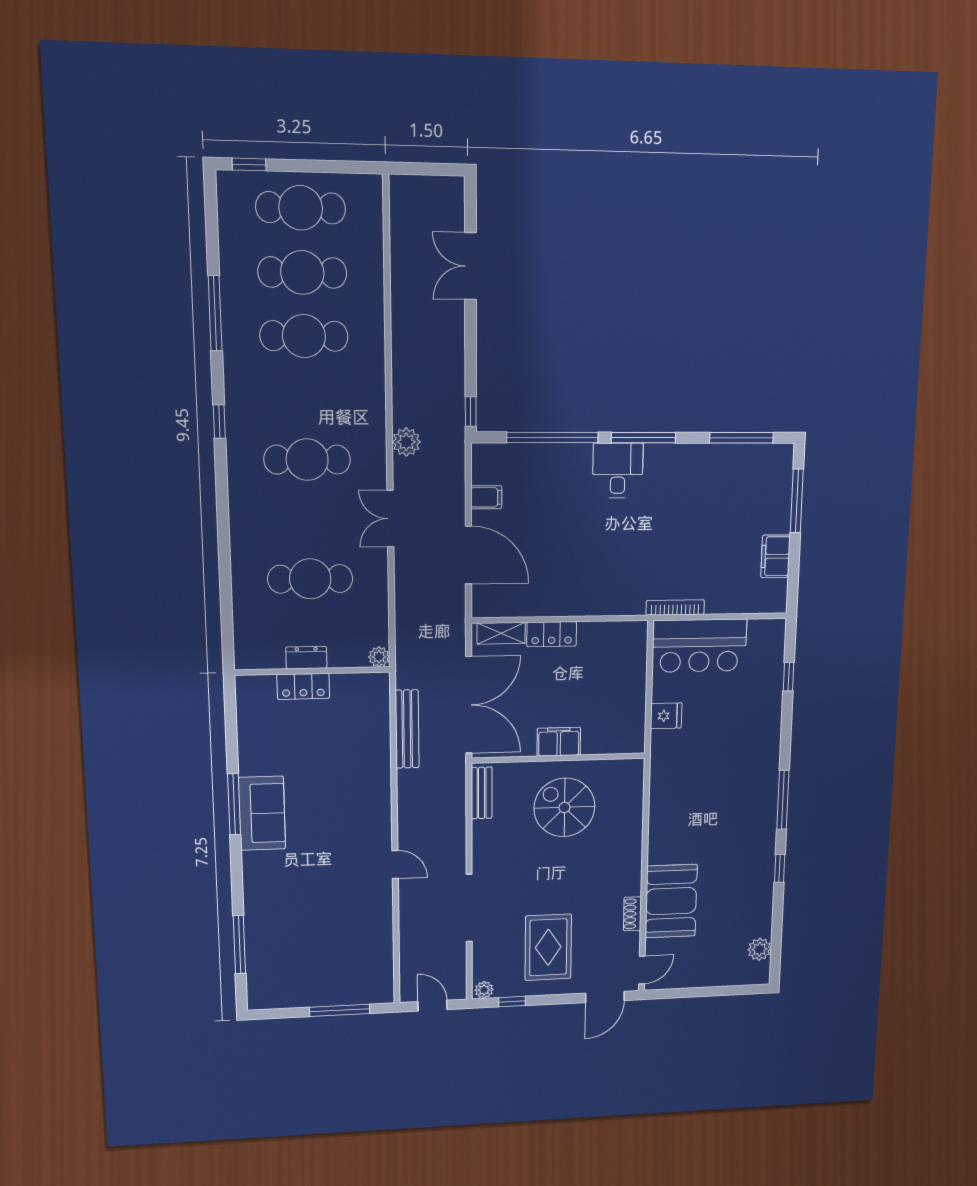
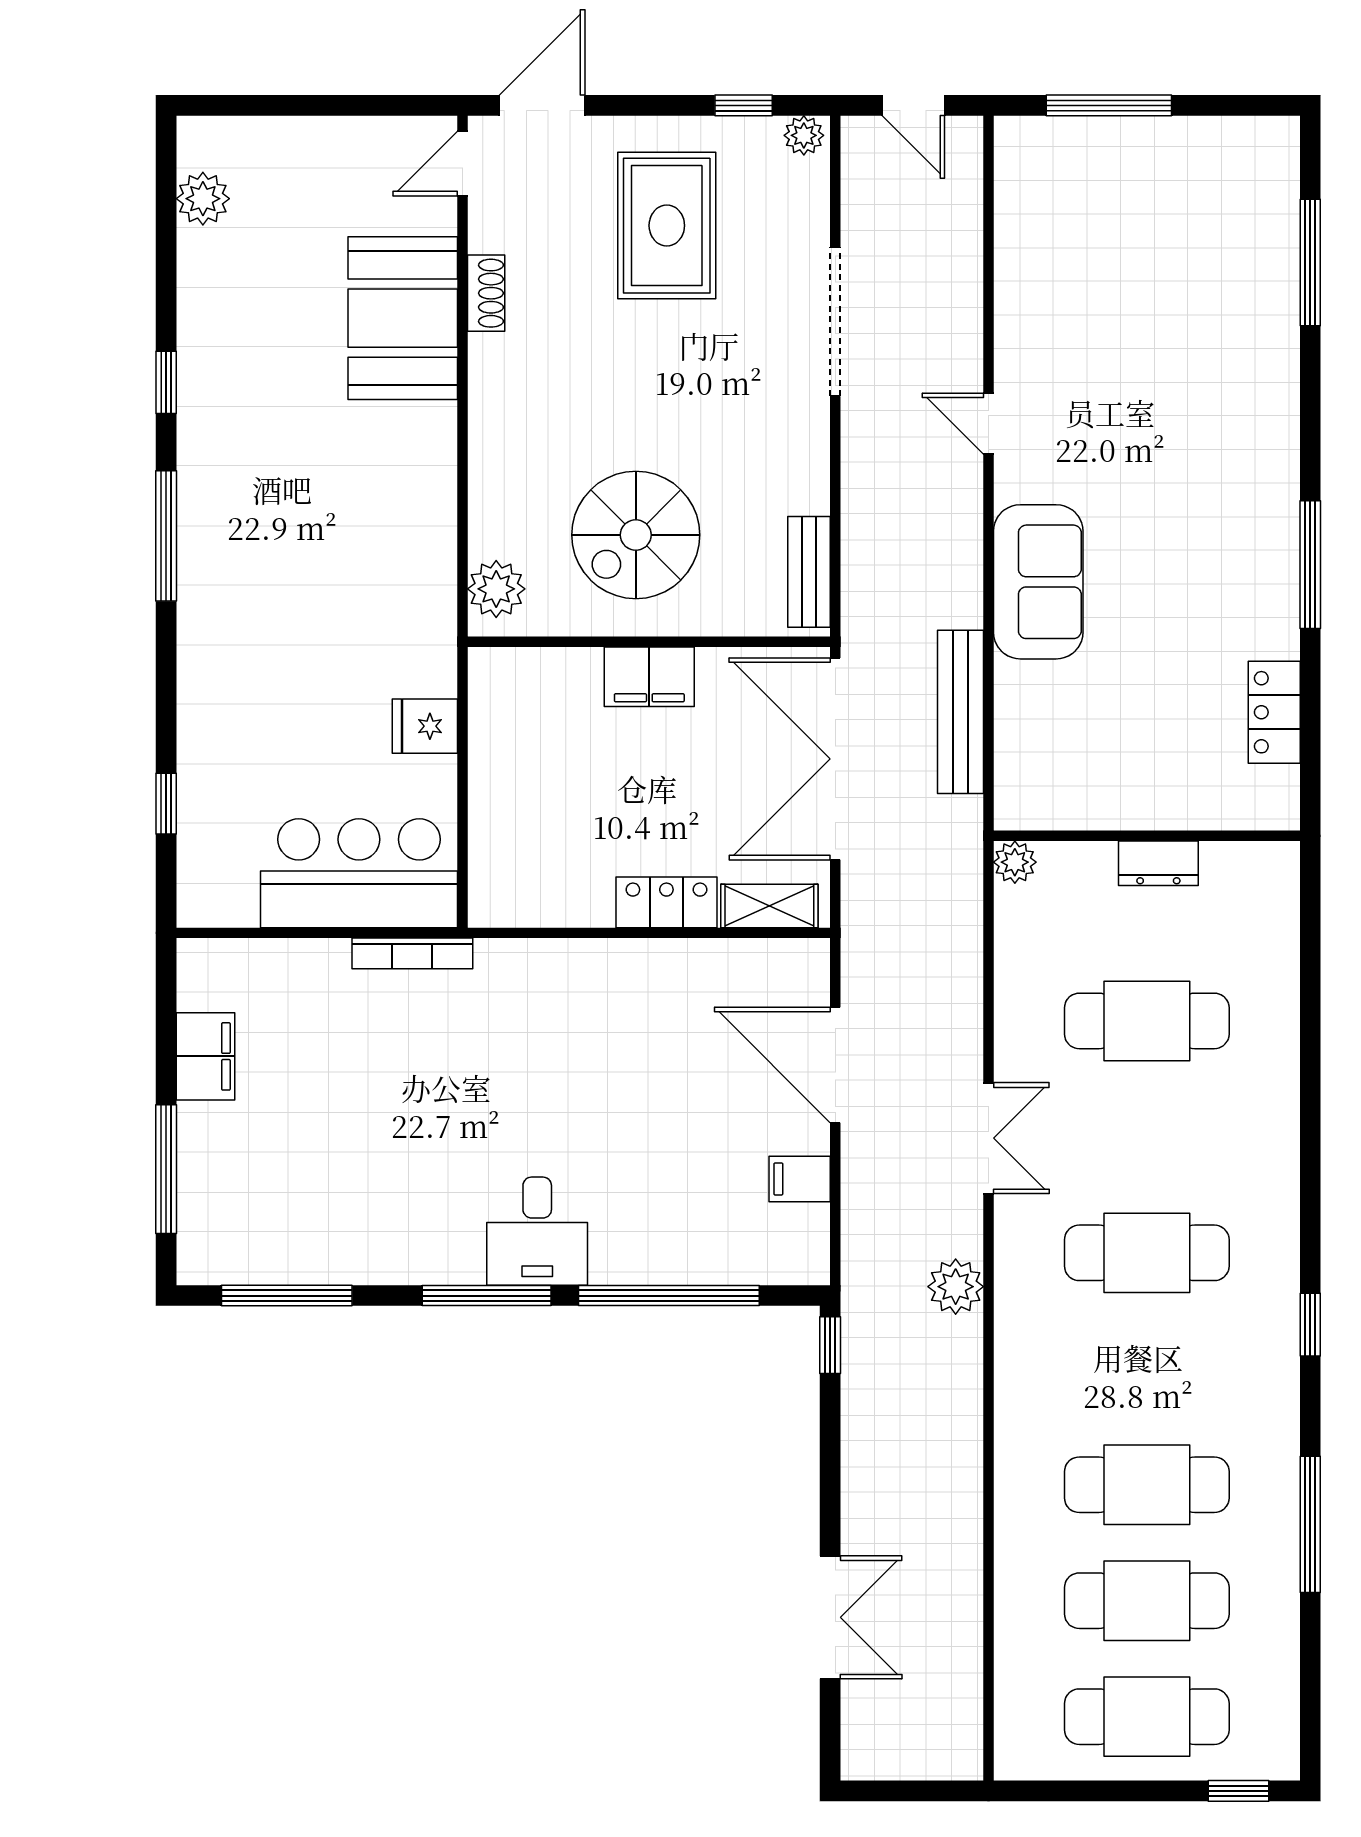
locker: (303, 686) -> (1274, 712), moved, turned -90
plant: (631, 780) -> (496, 589), added
spiral stairs: (564, 807) -> (636, 535), turned 90
sofa: (262, 813) -> (1038, 582), moved, turned 180

